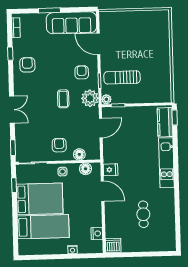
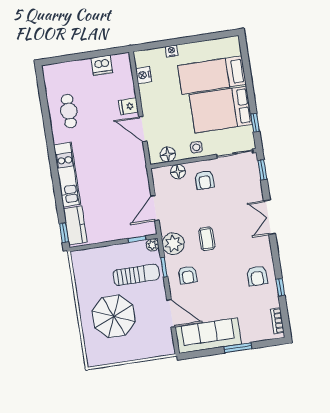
parasol: (144, 47) -> (114, 316), added
fridge: (111, 170) -> (128, 106), moved
cafe table: (143, 214) -> (69, 111), moved
dishwasher: (113, 246) -> (102, 65), moved

